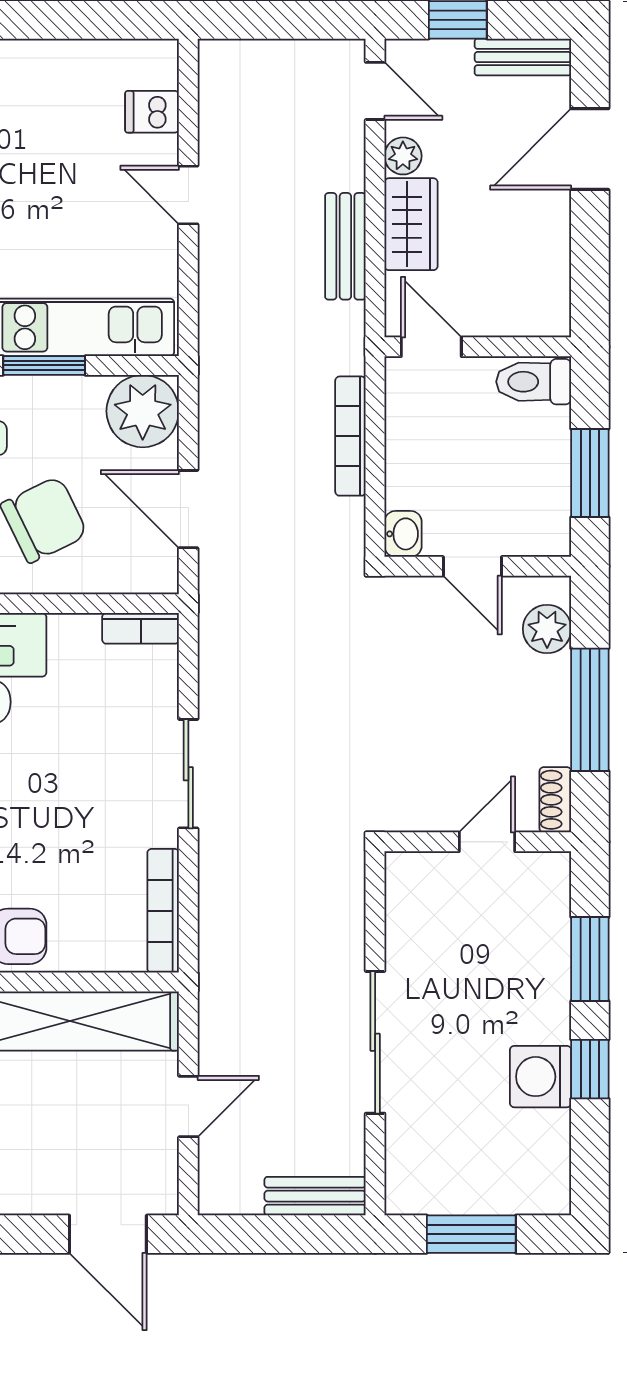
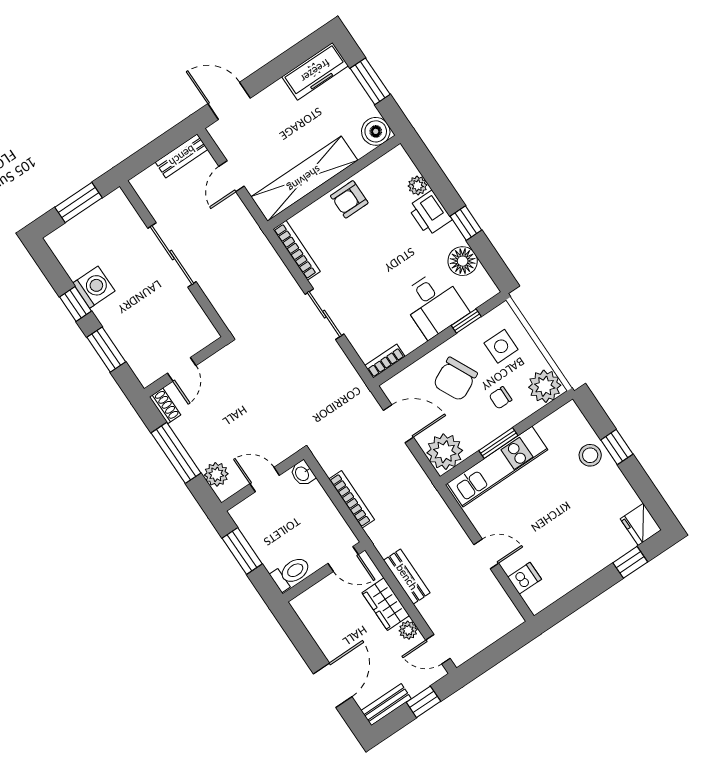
bench: (315, 1196) -> (182, 156), moved

